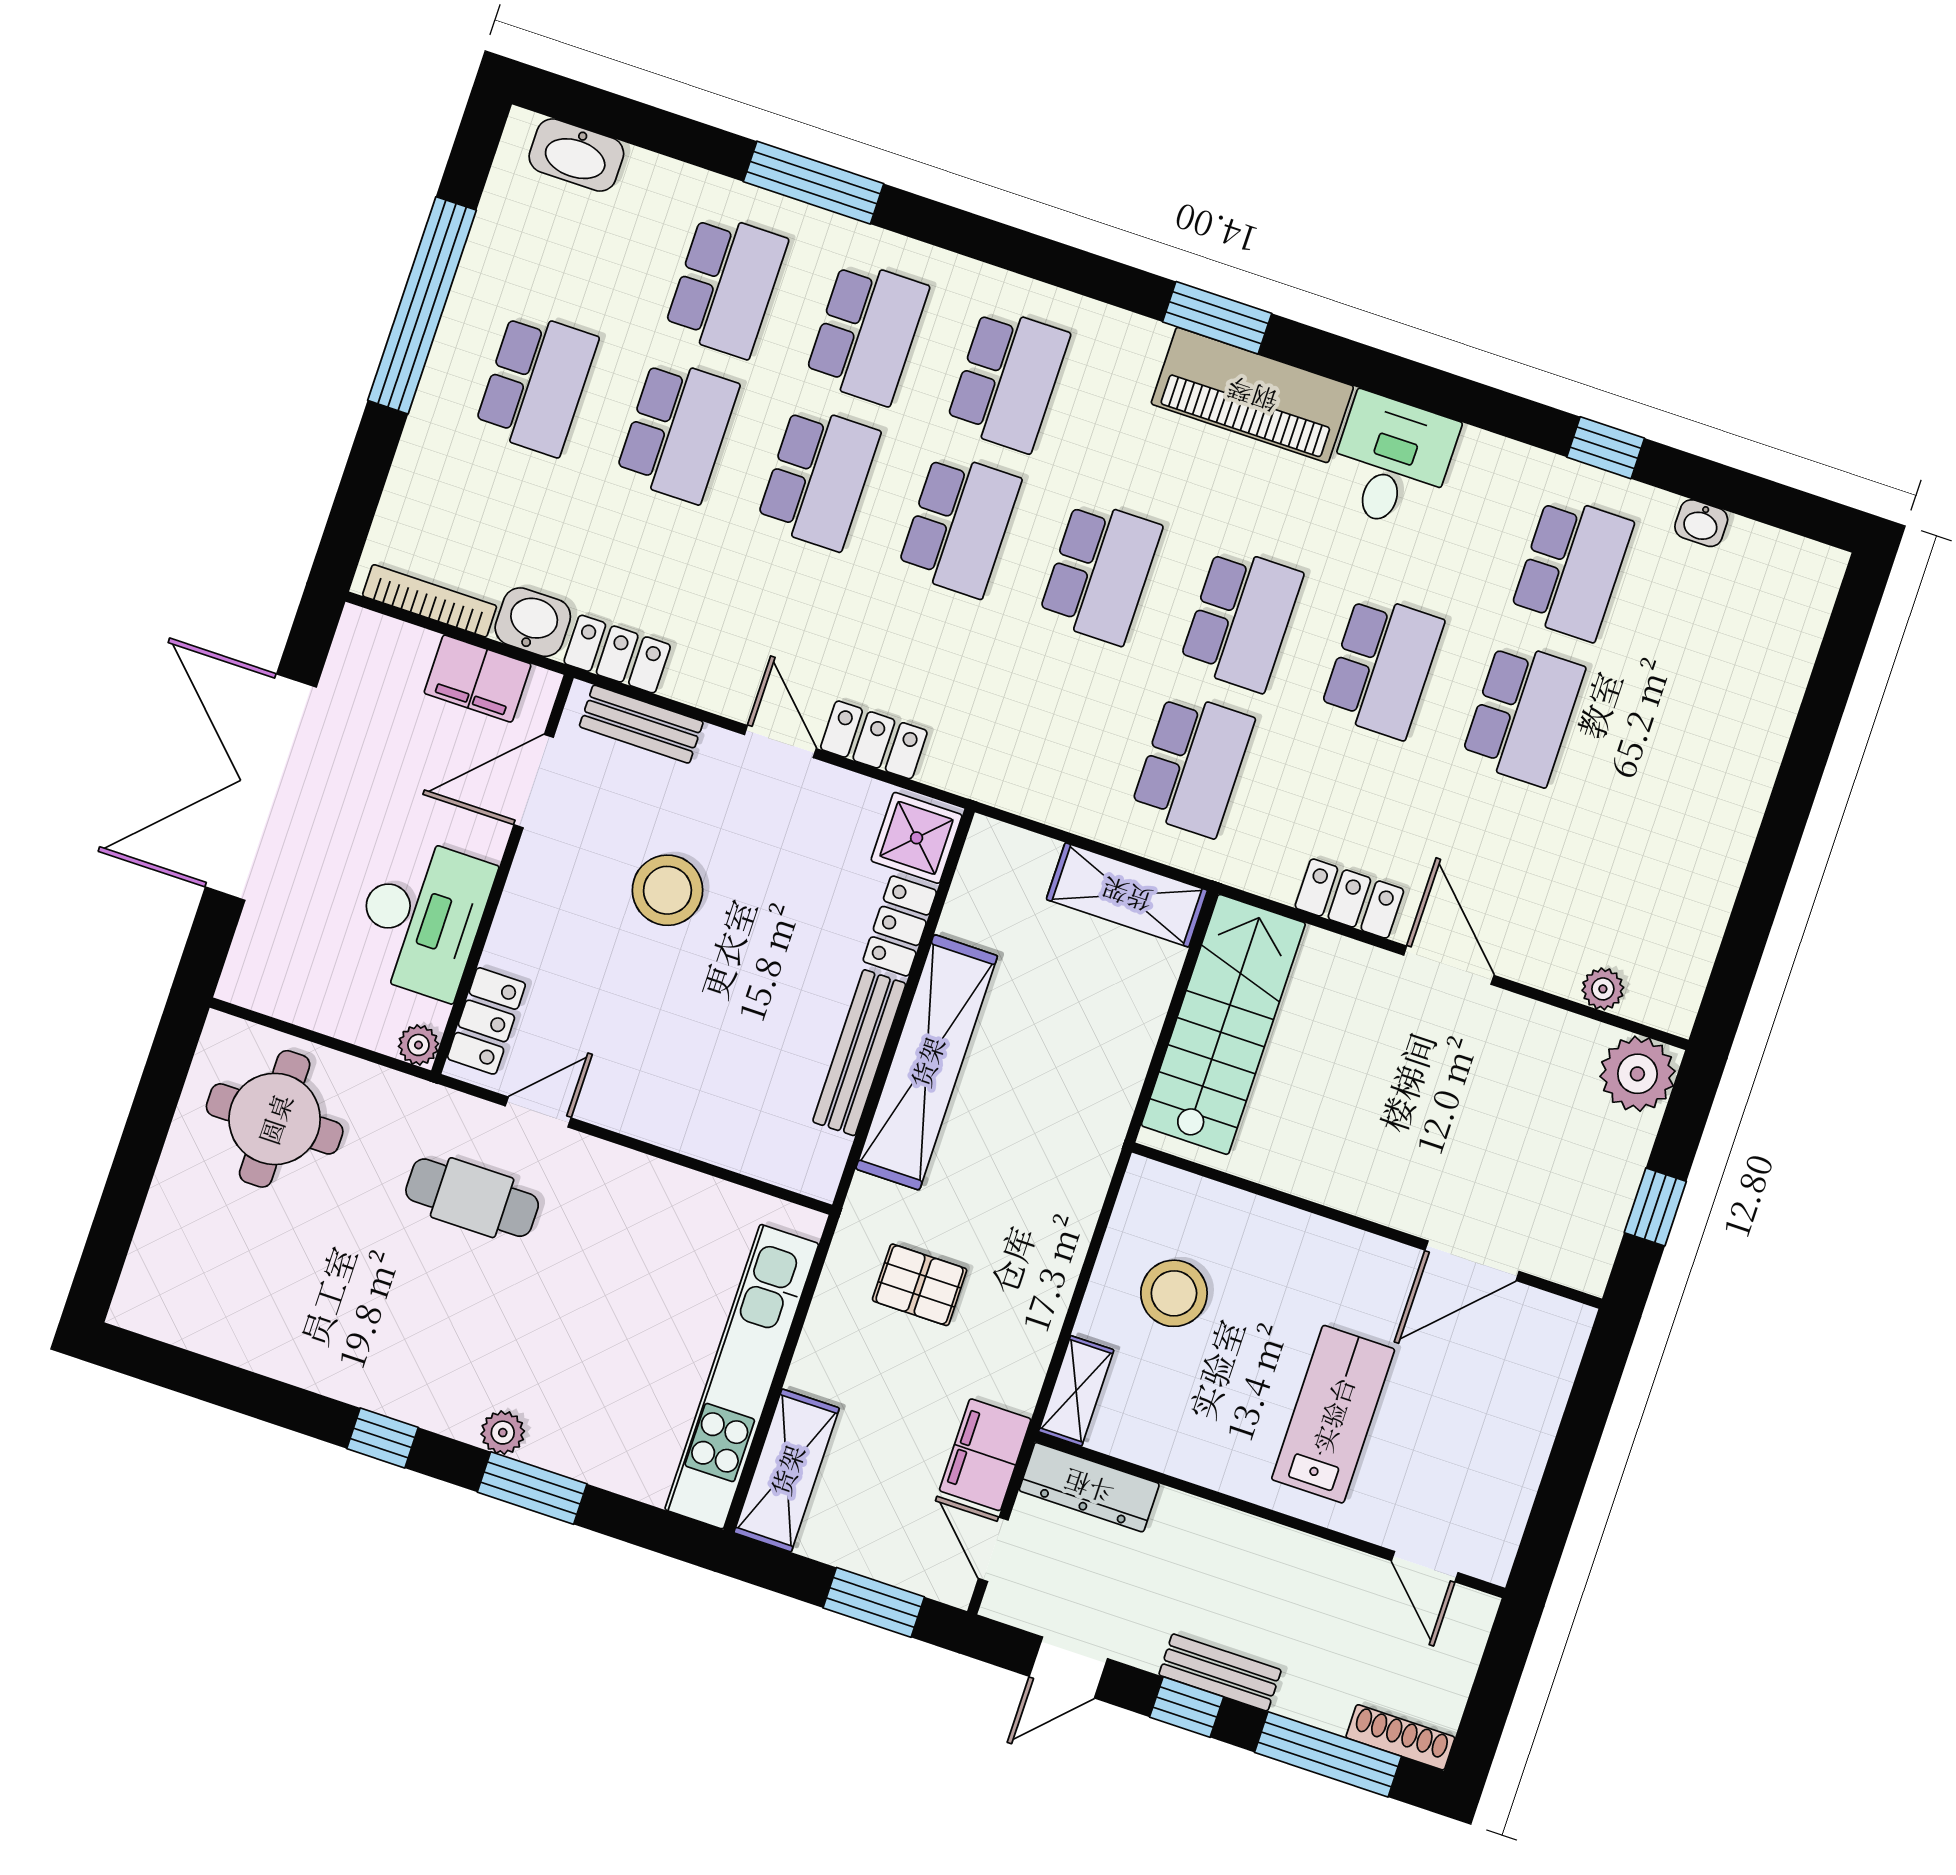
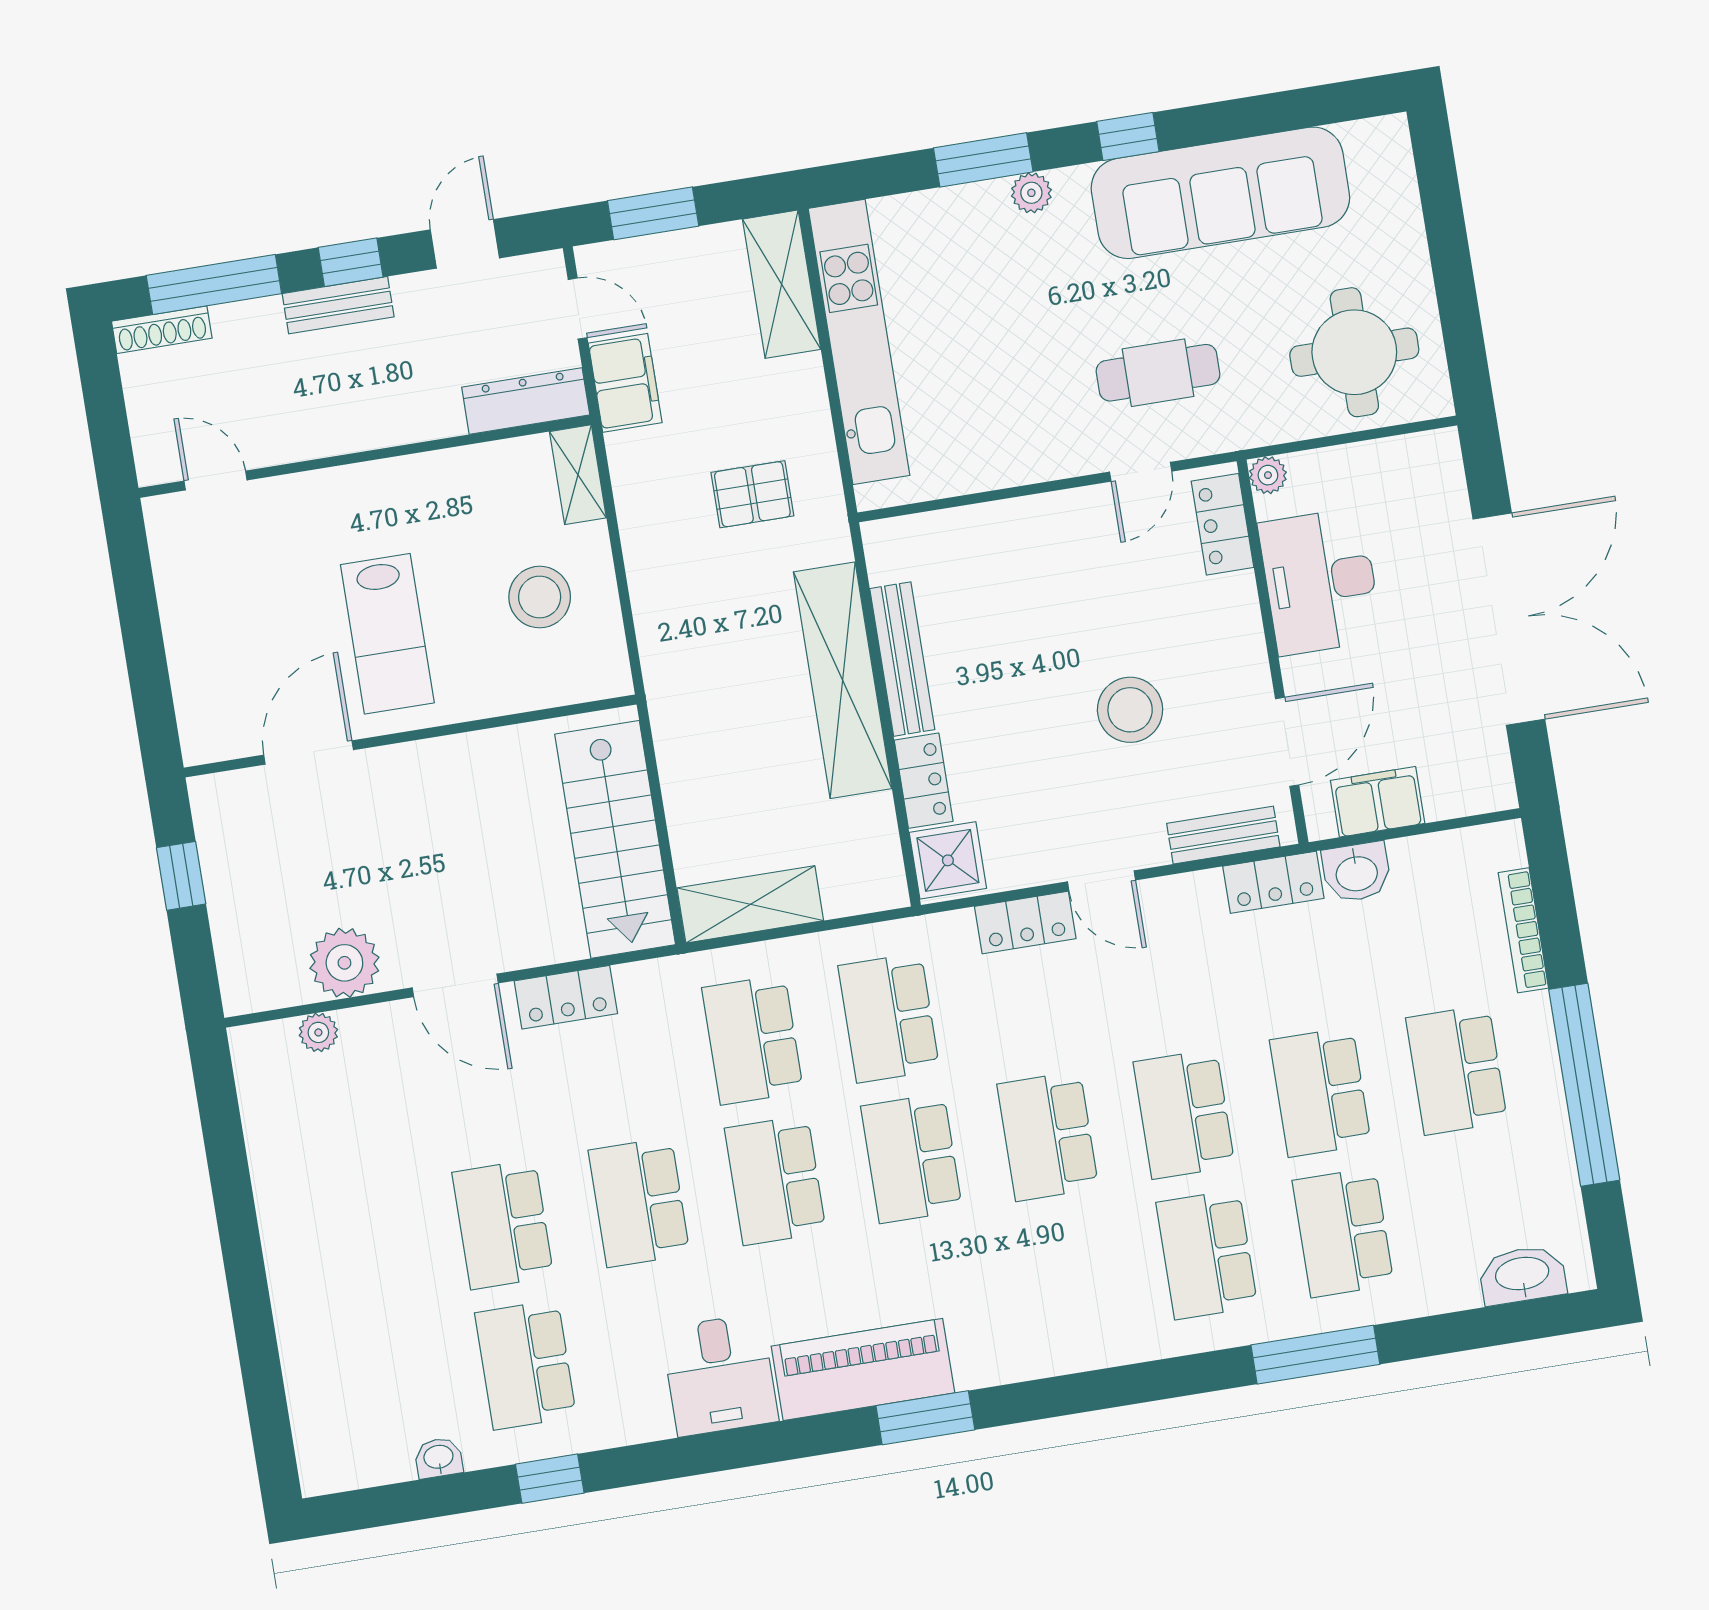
school desk: (1008, 380) -> (889, 1018), moved
bookcase: (430, 601) -> (1523, 930), moved, turned 90
plant: (1637, 1074) -> (344, 963), moved
sofa: (323, 1338) -> (1220, 193), added
lab bench: (1333, 1414) -> (387, 634), moved

